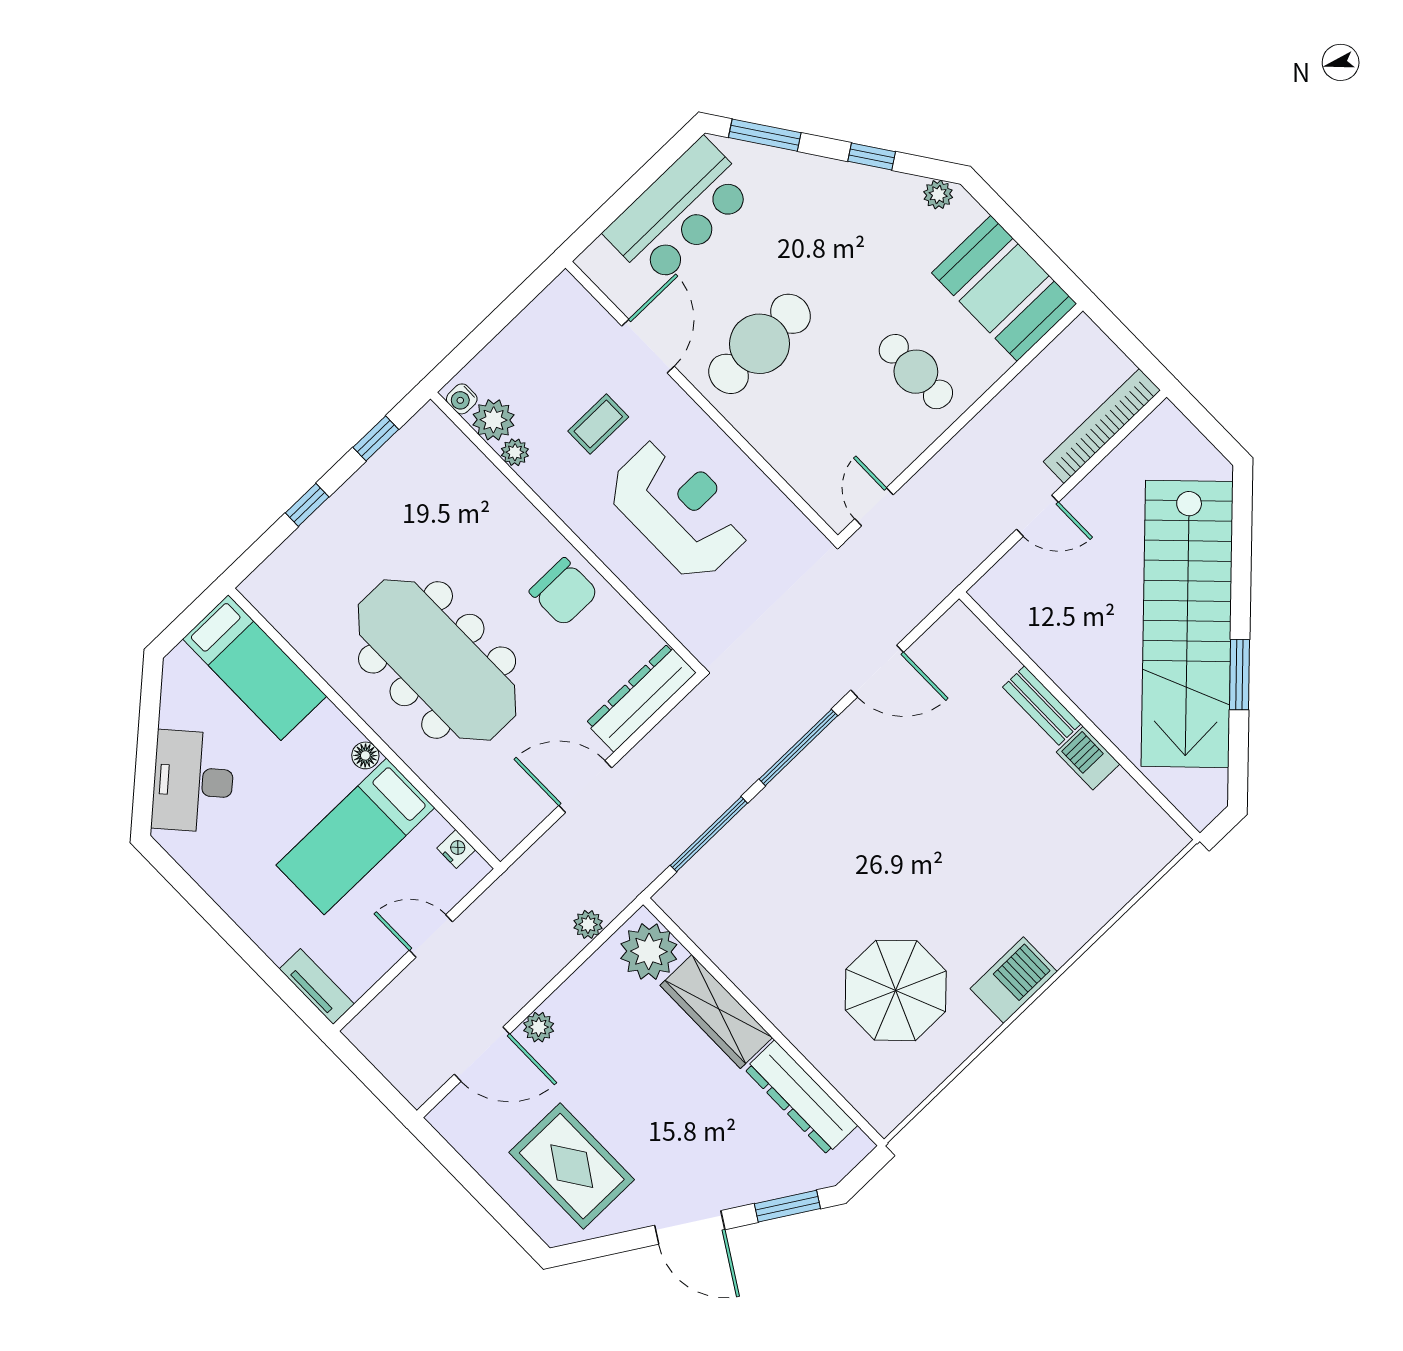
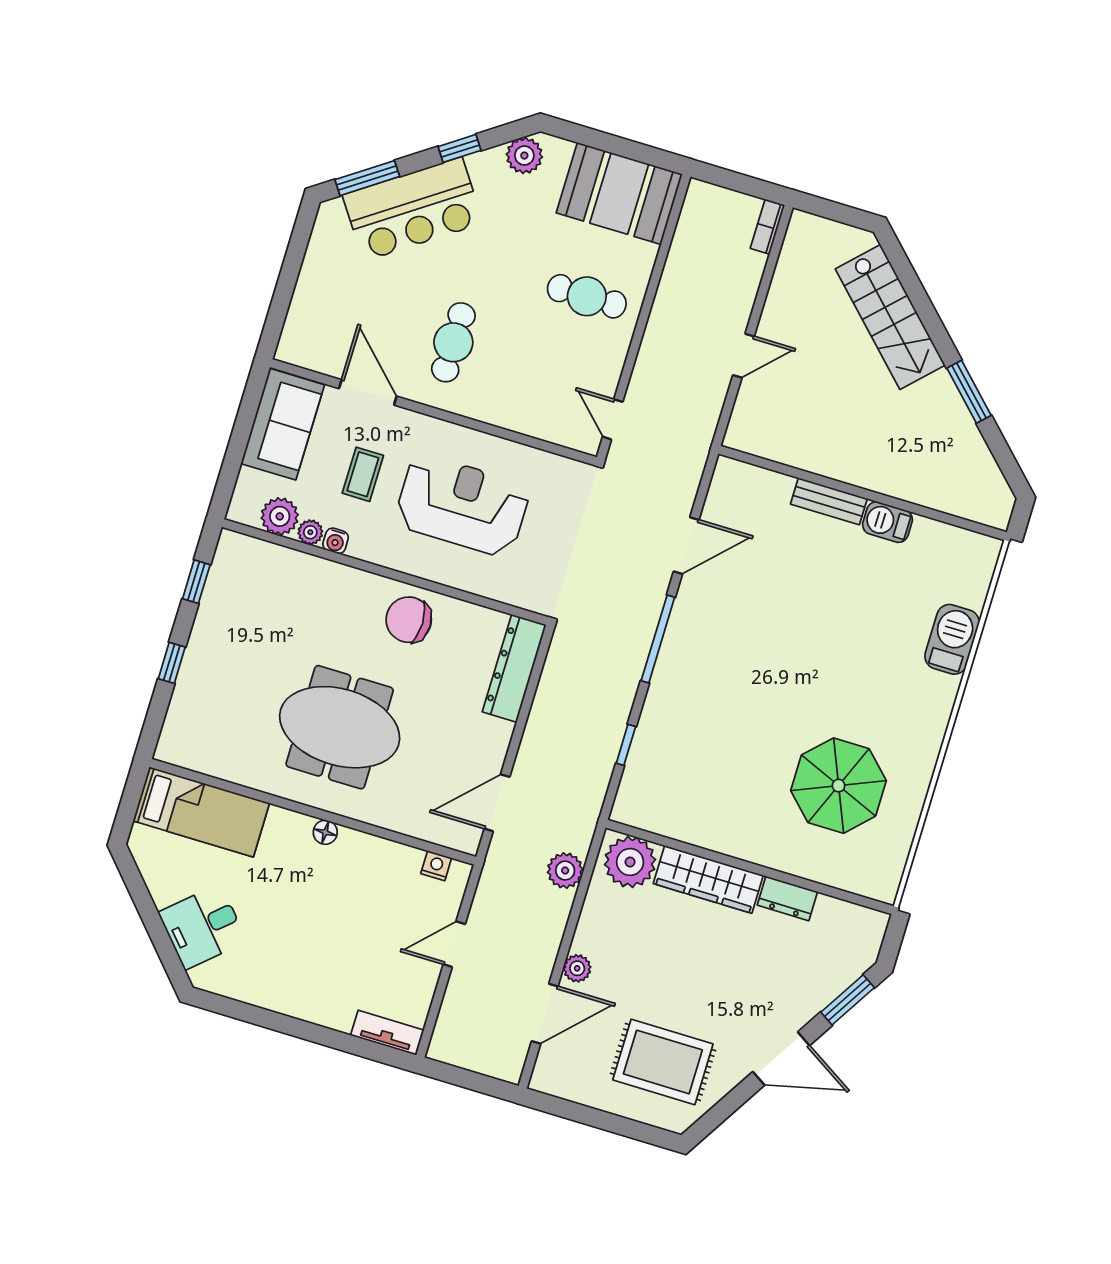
plant: (938, 195) -> (524, 156), width x1.38, depth x1.38
bar counter: (680, 212) -> (413, 209), moved, turned 55
sofa: (547, 331) -> (283, 424), added
cafe table: (760, 344) -> (453, 342), width x0.73, depth x0.74
water cooler: (462, 399) -> (336, 541), moved
bookcase: (1102, 426) -> (767, 227), width x0.43, depth x0.76
chair: (564, 592) -> (409, 620), turned 180
stairs: (1187, 624) -> (890, 317), width x0.54, depth x0.66
meeting table: (437, 660) -> (340, 727), width x0.73
desk: (193, 781) -> (203, 927), width x0.73
door: (585, 787) -> (497, 803), moved
window: (709, 834) -> (626, 745), width x0.46
bed: (355, 836) -> (352, 899), removed
plant: (588, 924) -> (565, 871), width x1.38, depth x1.38
barbecue: (1014, 980) -> (952, 639), moved
dresser: (801, 1097) -> (787, 898), width x0.51, depth x0.80

